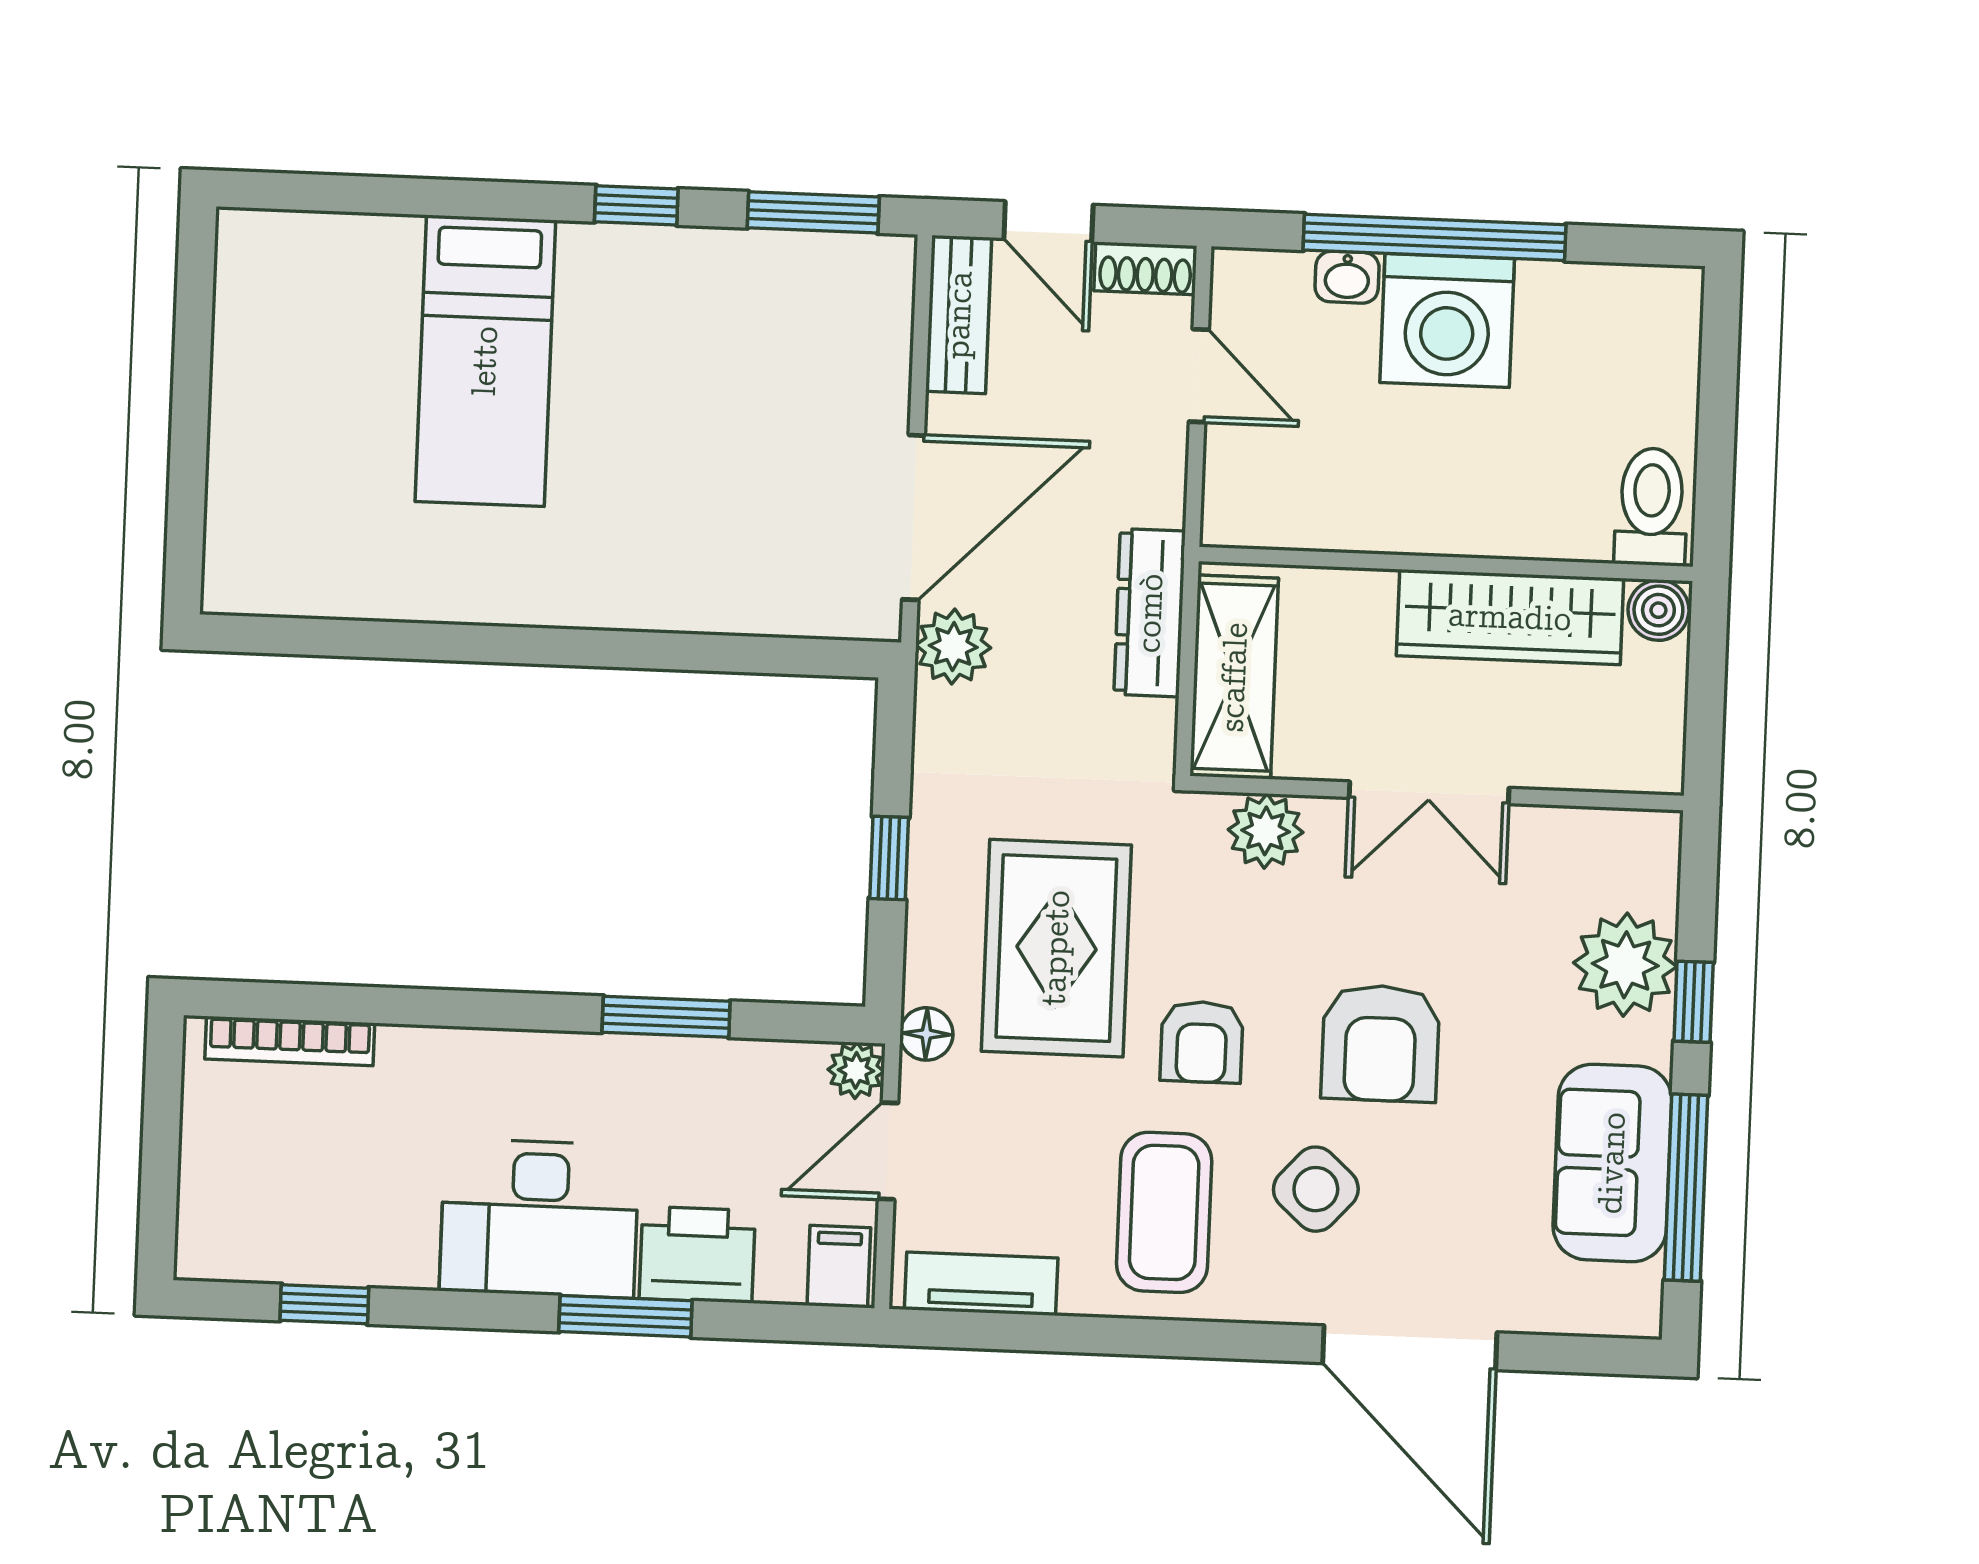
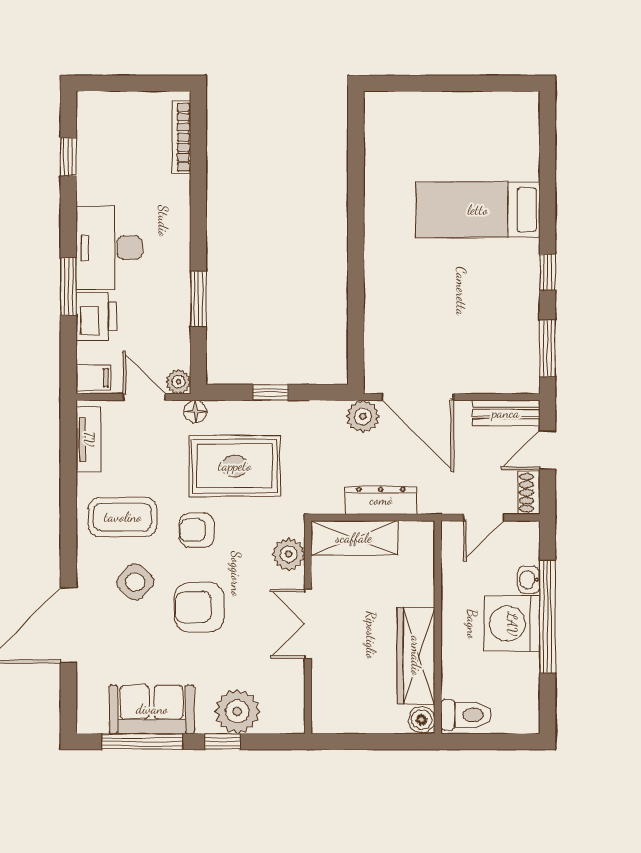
toilet: (1651, 507) -> (466, 715), moved
wall: (1446, 564) -> (438, 627), moved
boiler: (1658, 610) -> (422, 720), moved
wardrobe: (1510, 617) -> (416, 656), moved

